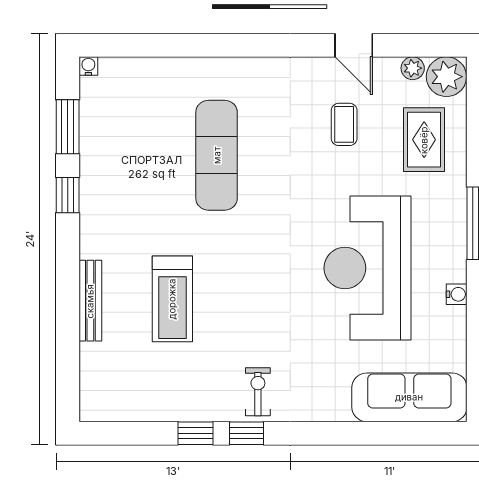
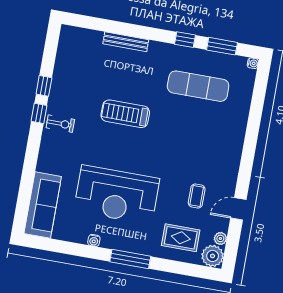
coffee table: (344, 124) -> (197, 196), turned 90
exercise mat: (217, 155) -> (198, 86), moved
reception desk: (367, 268) -> (117, 195), turned 180
treadmill: (172, 299) -> (125, 114), moved

